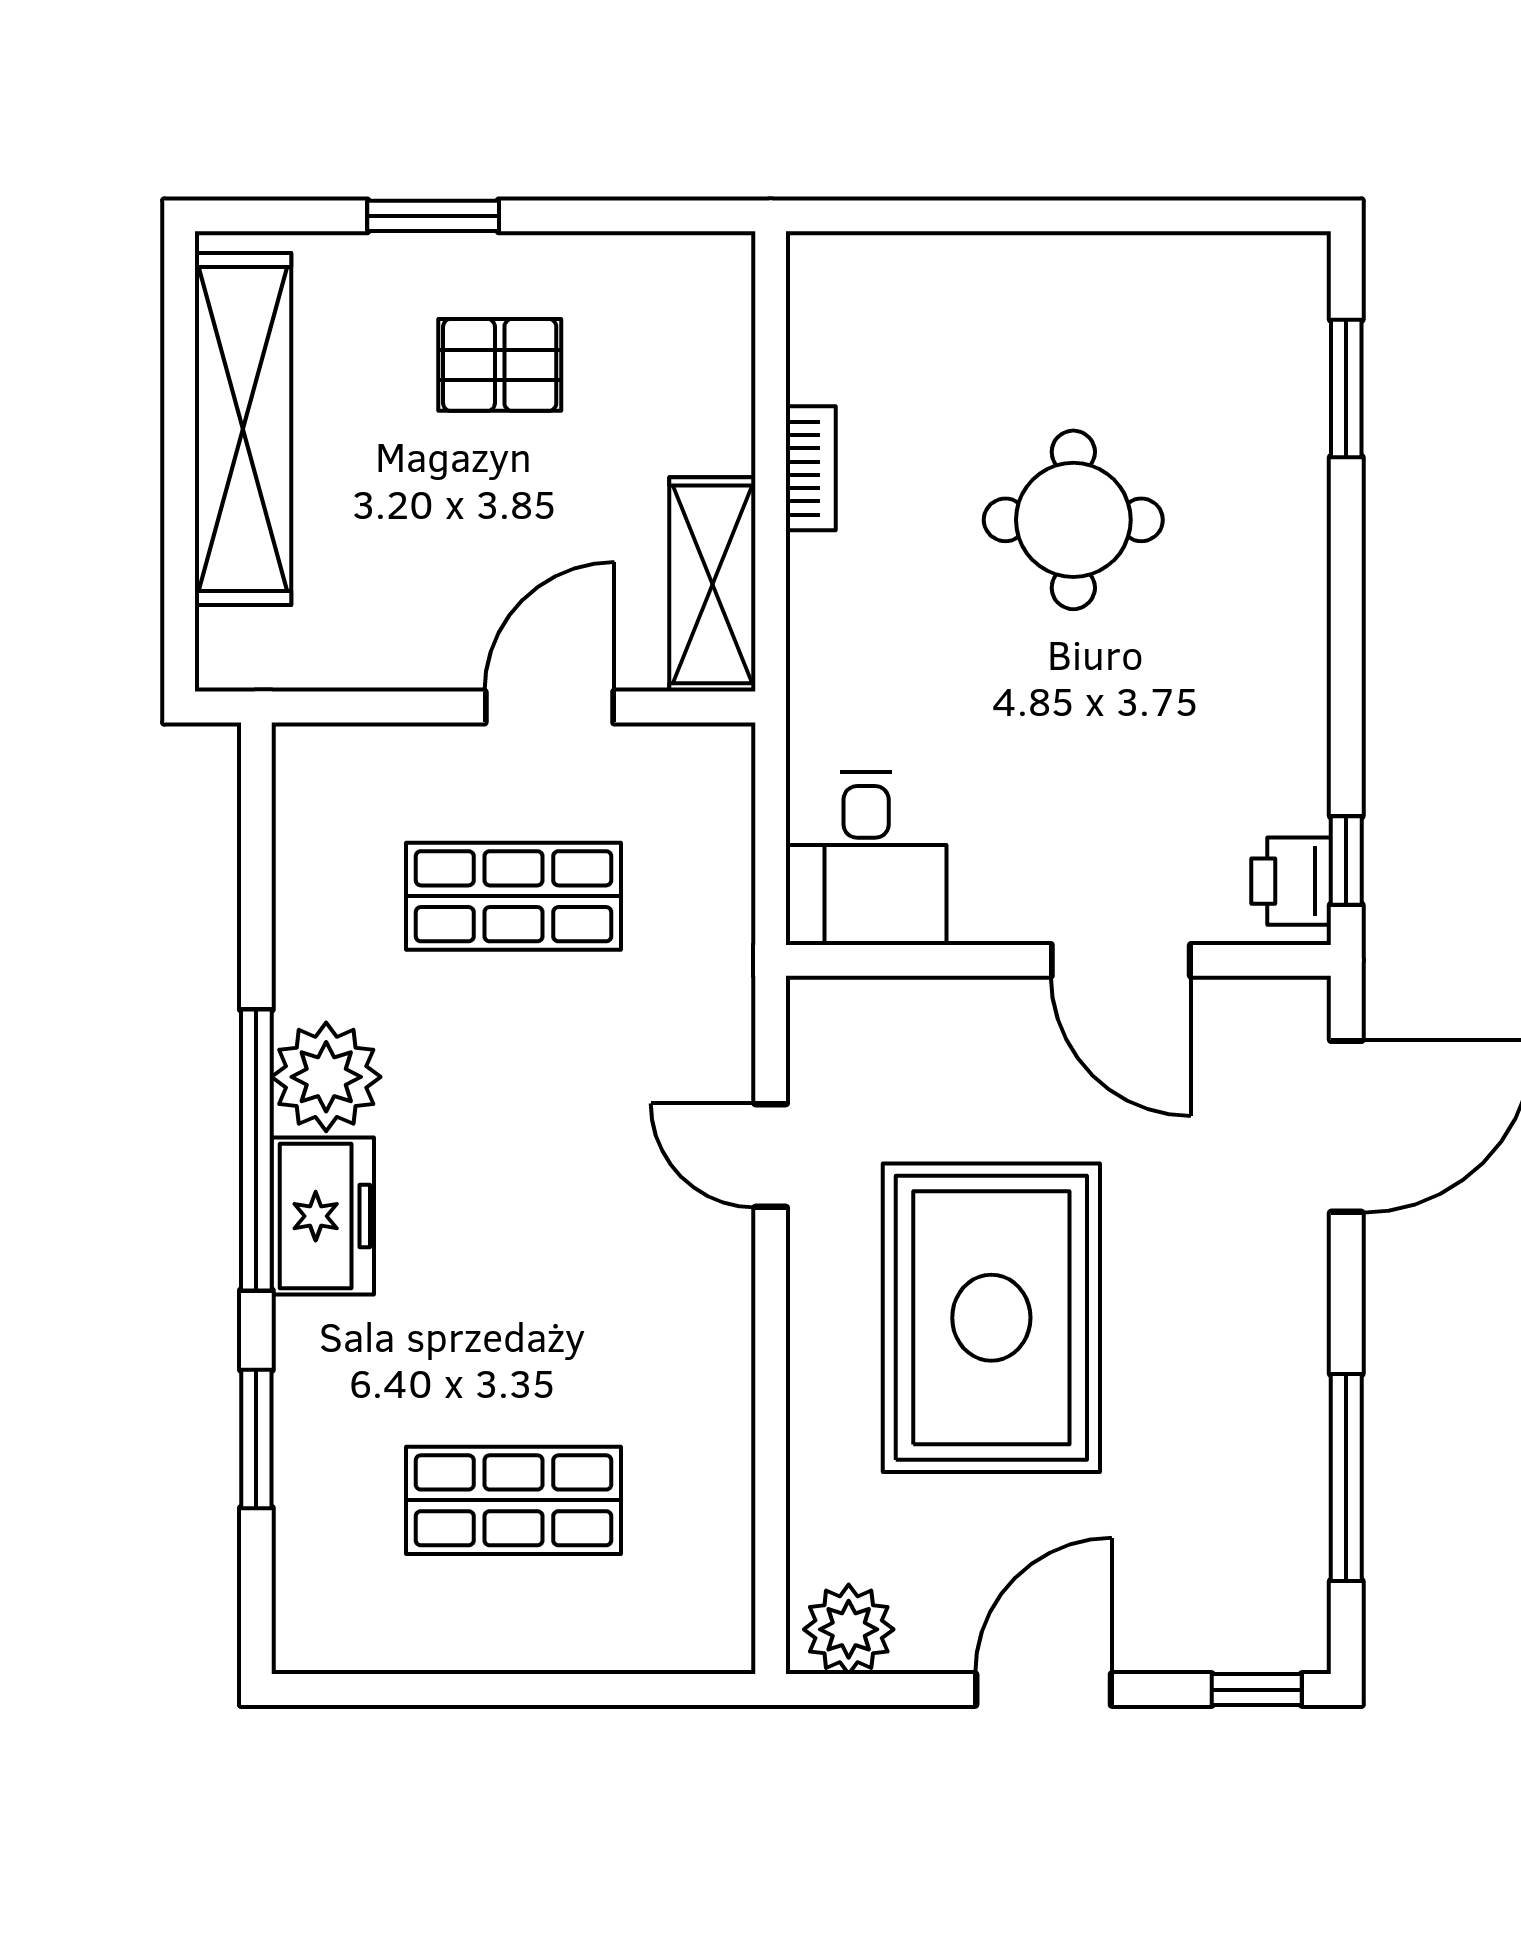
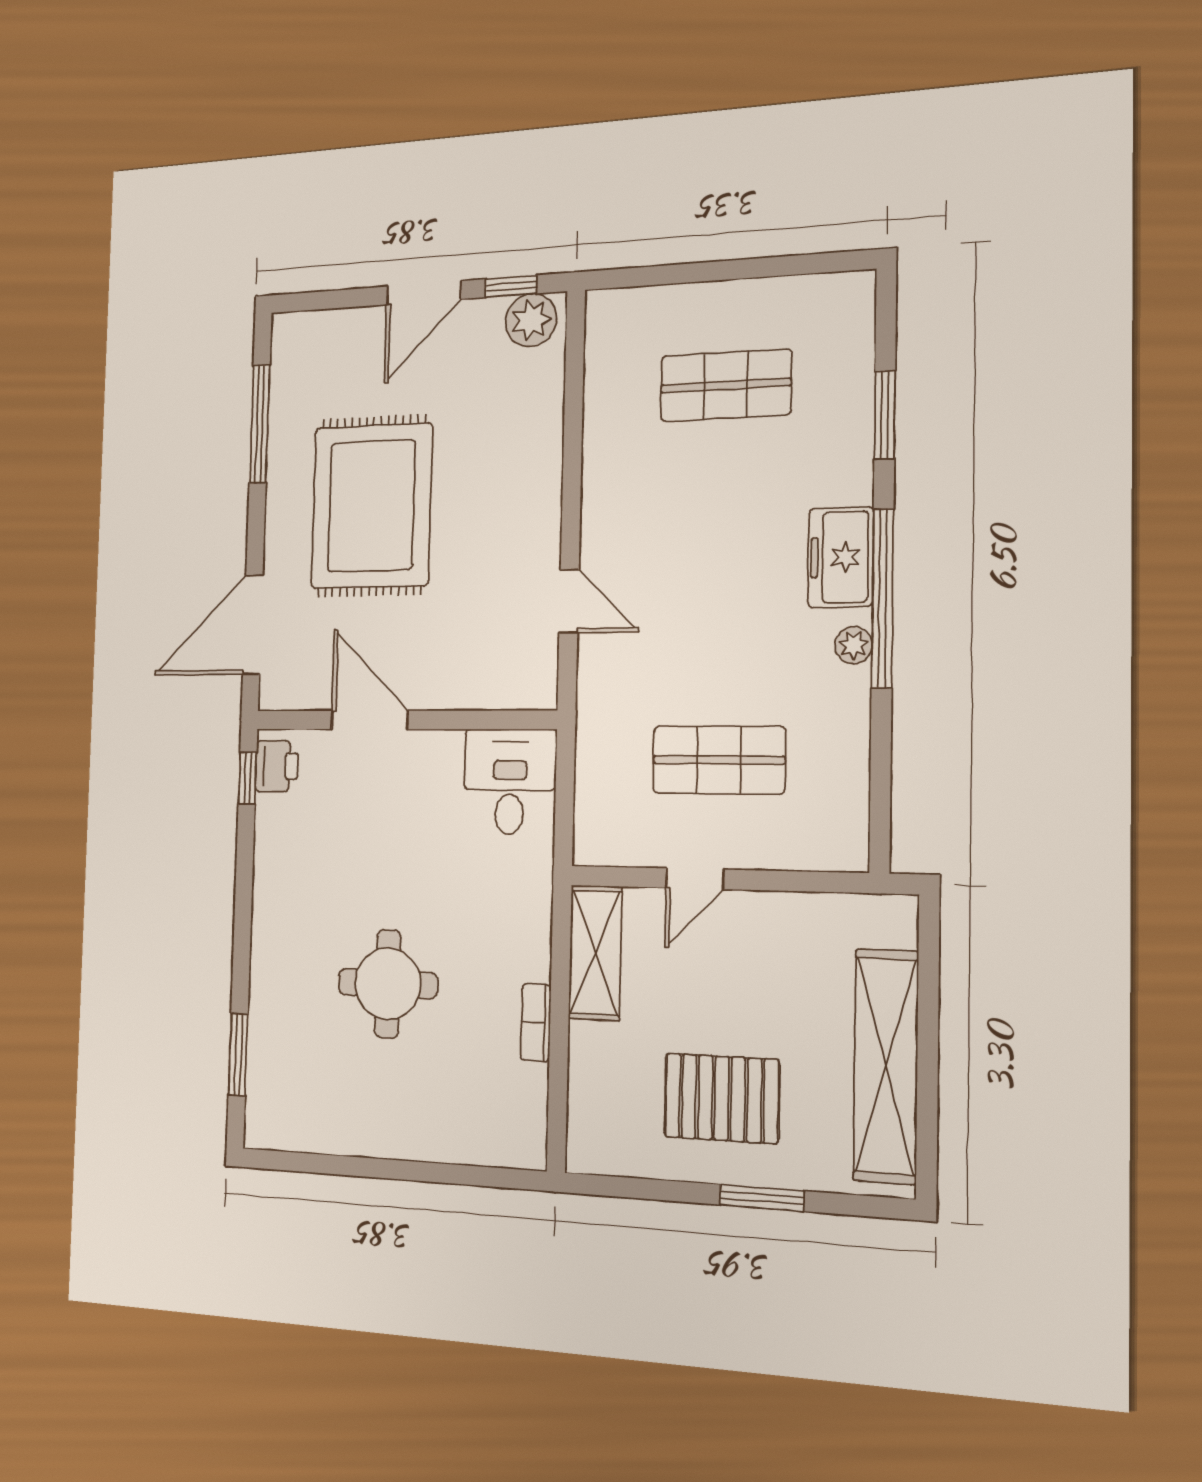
pallet: (500, 365) -> (722, 1098), width x1.50, depth x1.42
door: (549, 707) -> (695, 879), width x0.73
plant: (326, 1077) -> (854, 645), width x0.53, depth x0.53
rug: (991, 1318) -> (371, 506), moved
window: (1257, 1690) -> (511, 286), moved

